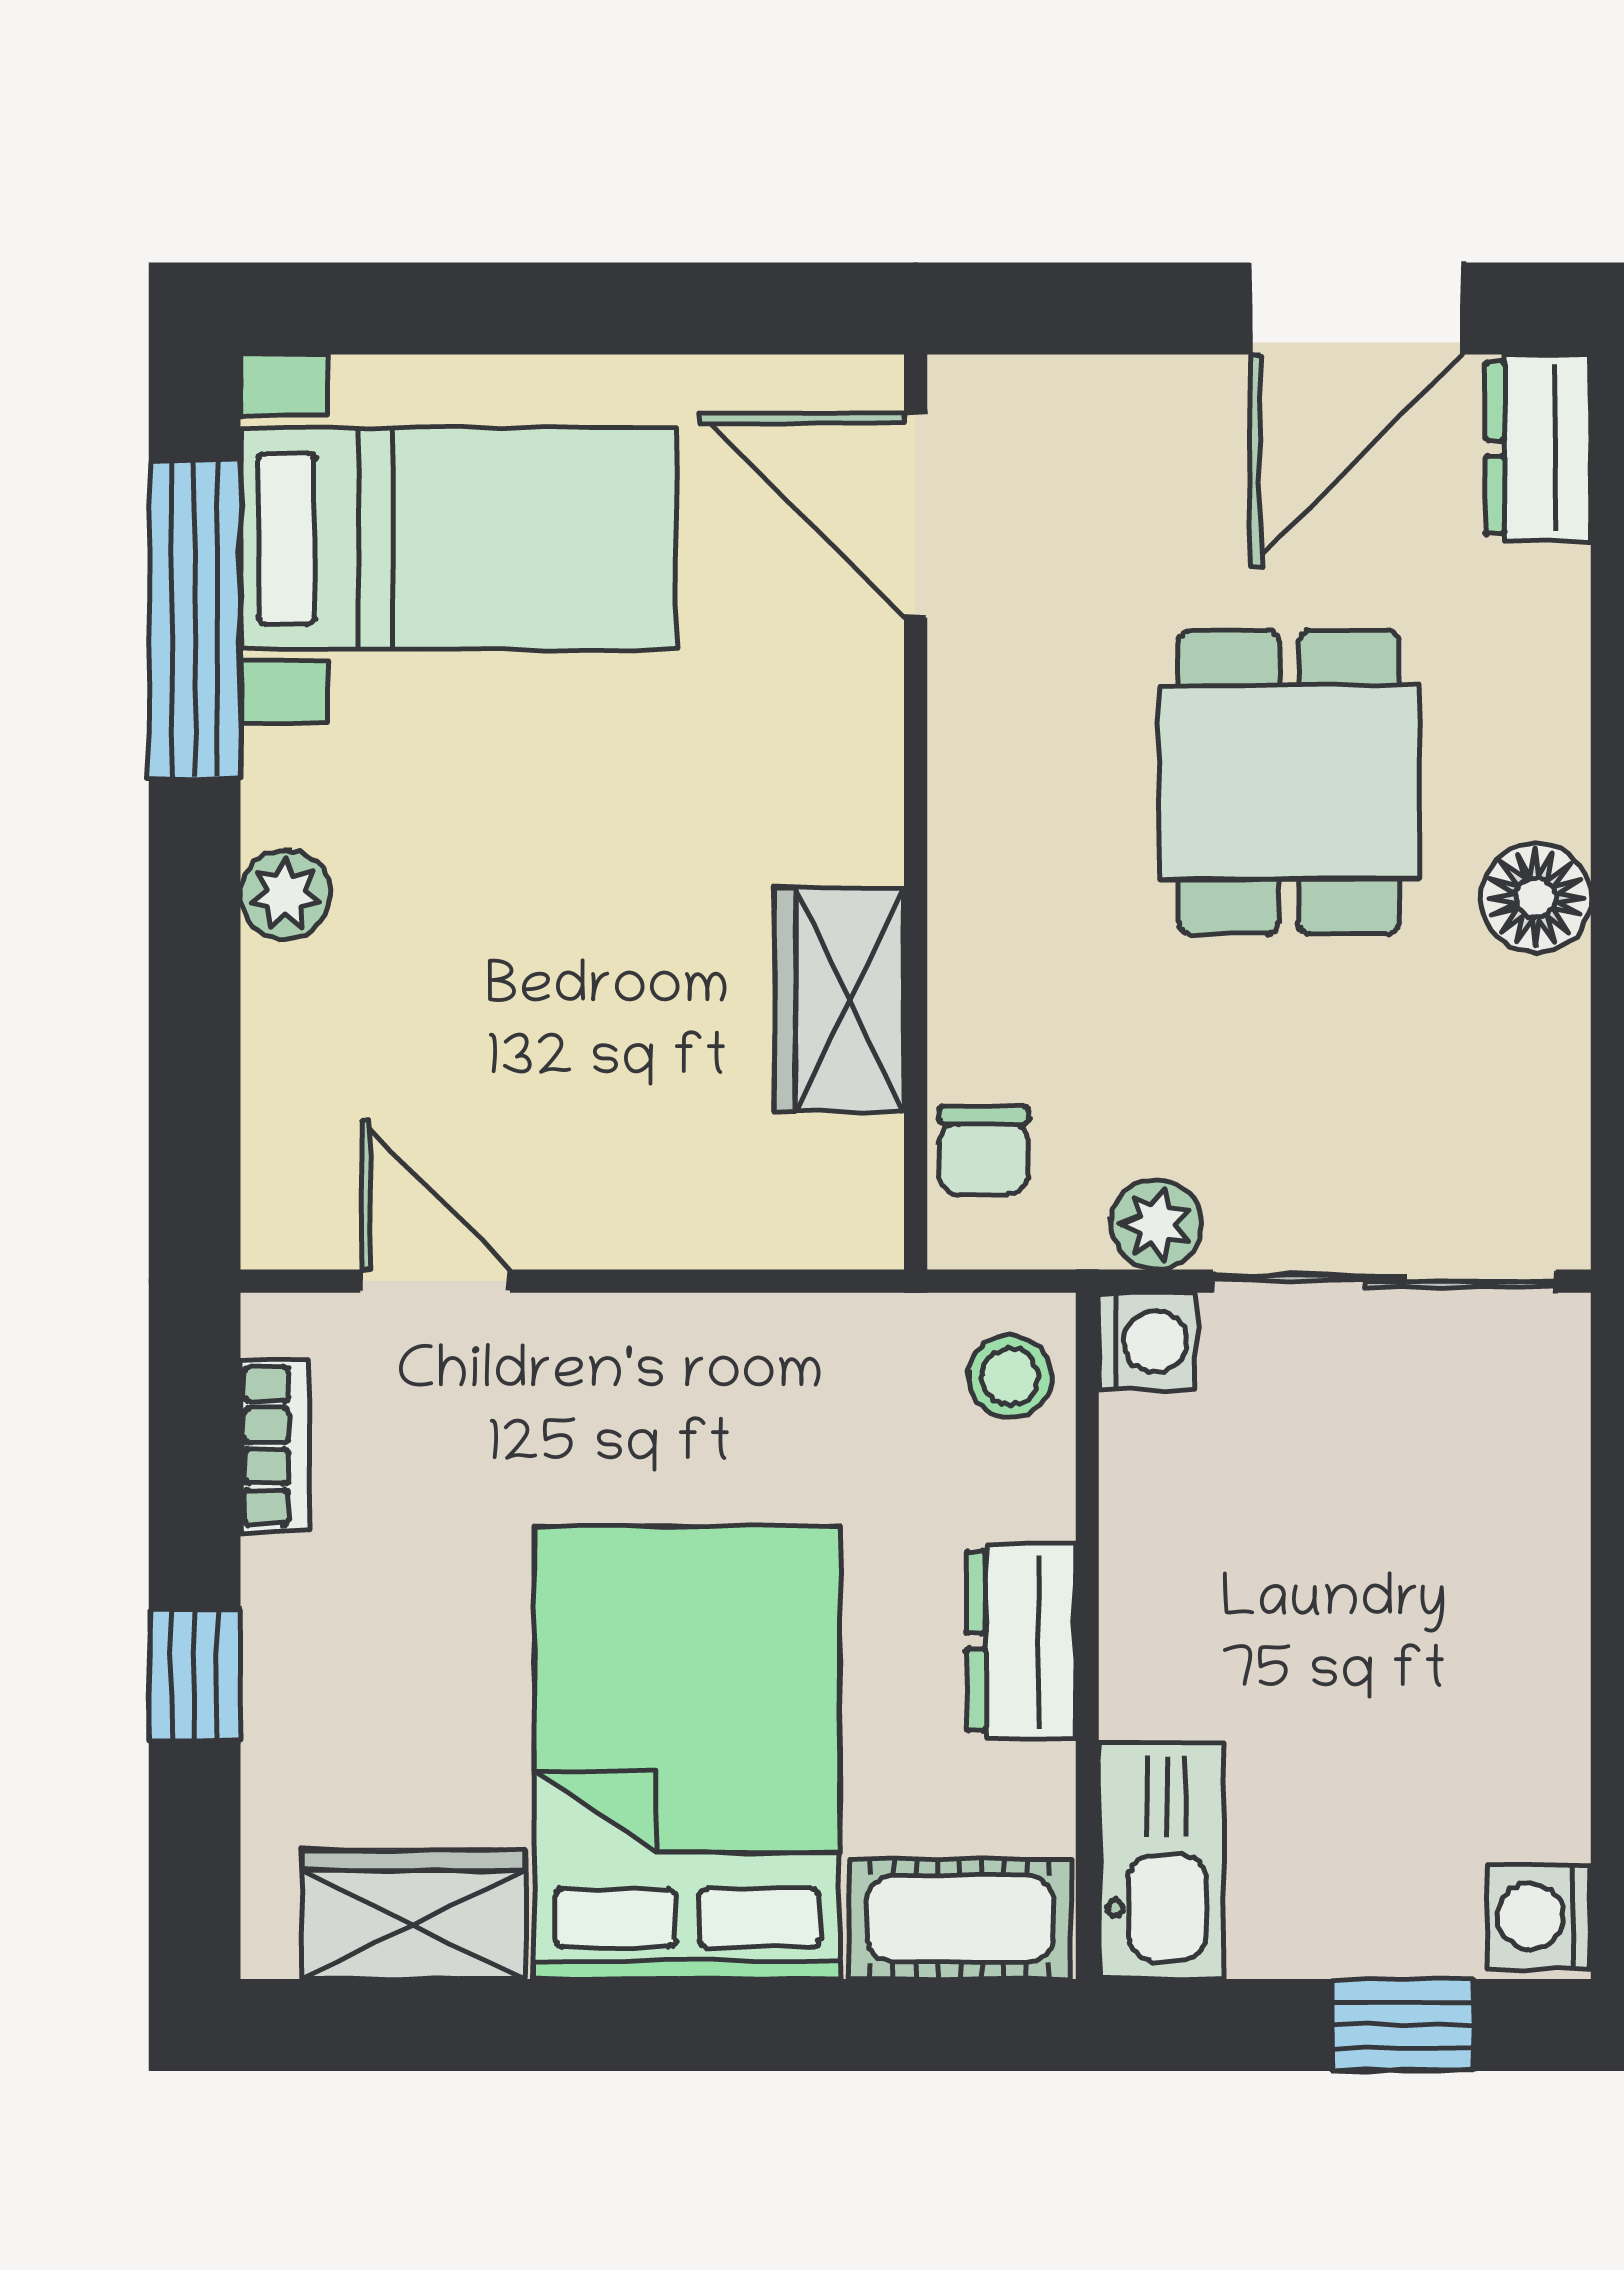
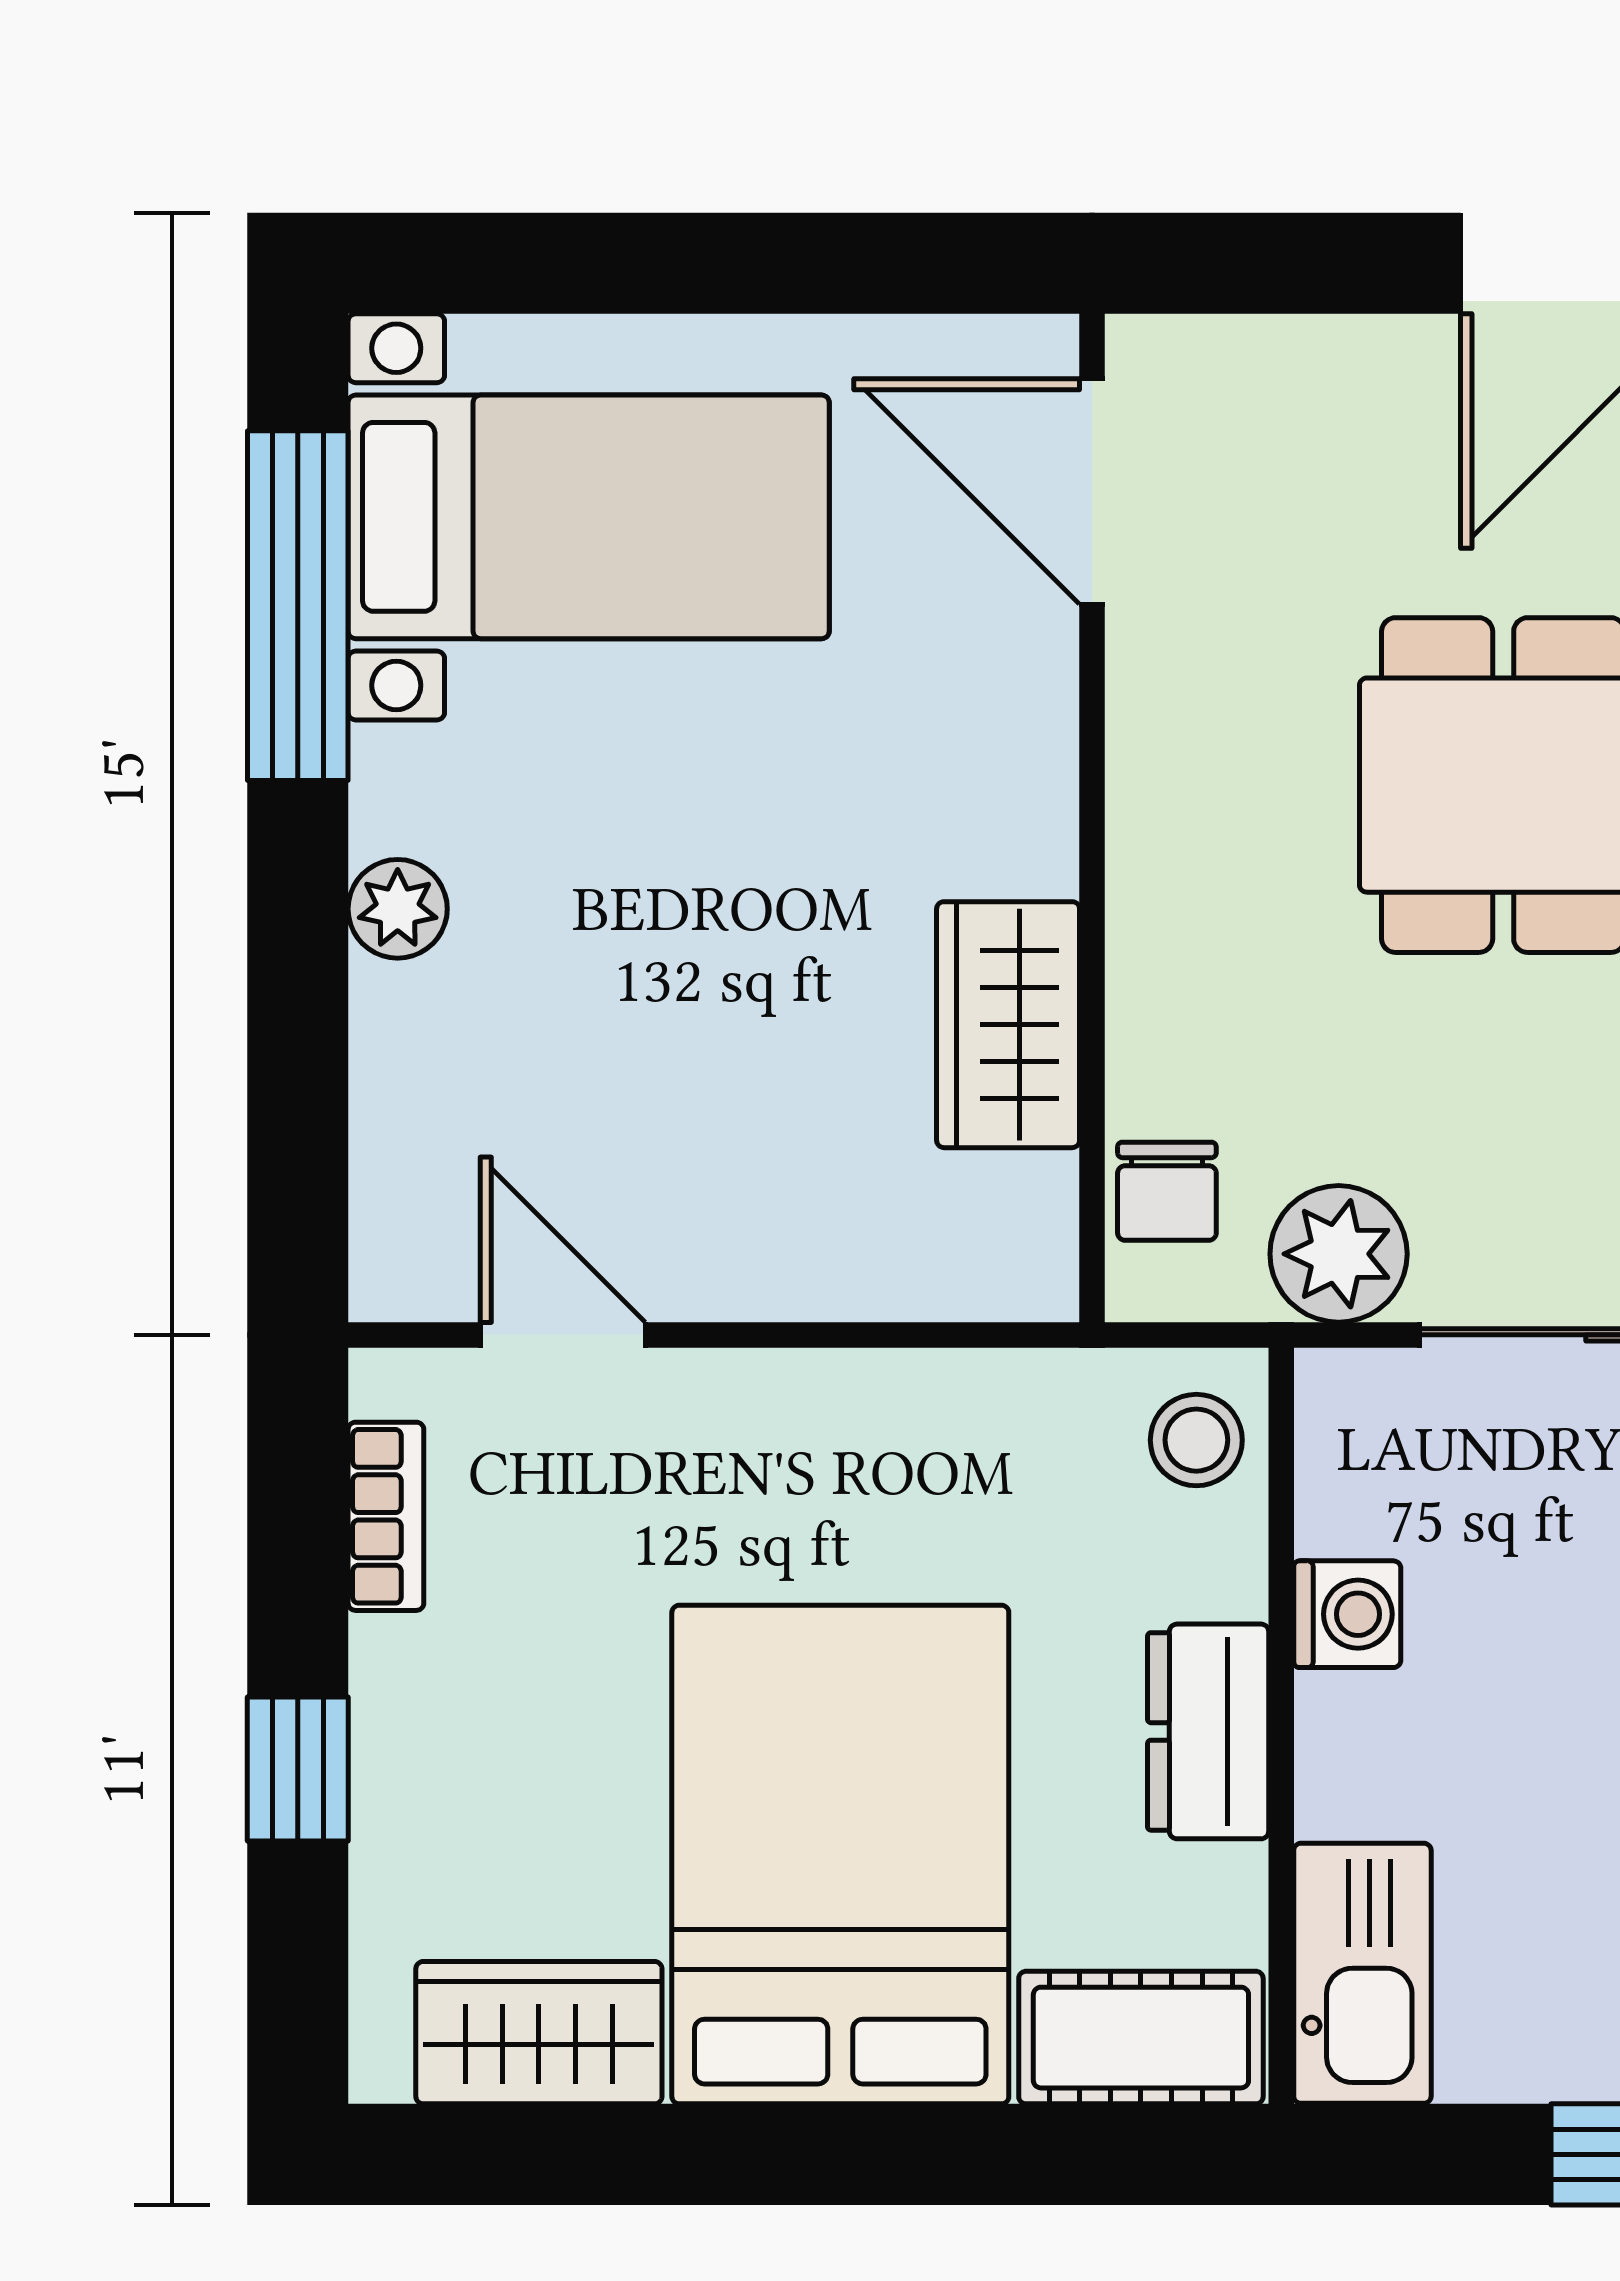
plant: (1156, 1225) -> (1339, 1254), width x1.38, depth x1.38
washing machine: (1147, 1341) -> (1347, 1614), moved

